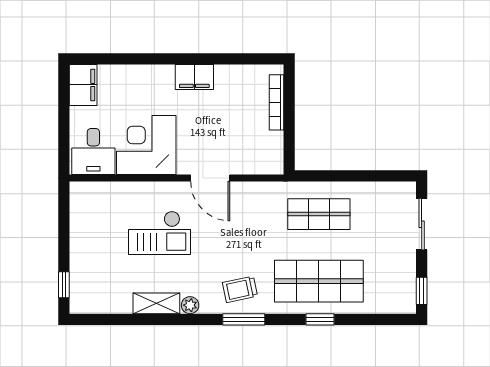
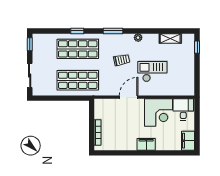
filing cabinet: (194, 77) -> (146, 144), moved
door: (210, 178) -> (129, 97), hinge flipped
shop shelf: (319, 214) -> (78, 80), width x1.43, depth x1.36
trolley: (240, 289) -> (122, 60), moved
shelving: (156, 303) -> (170, 38), moved

